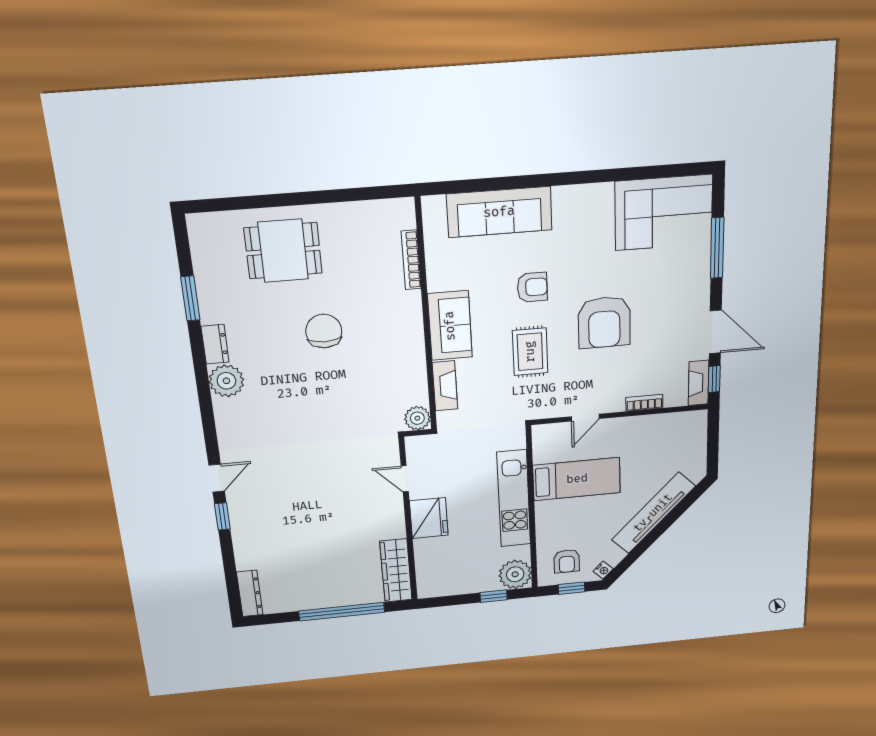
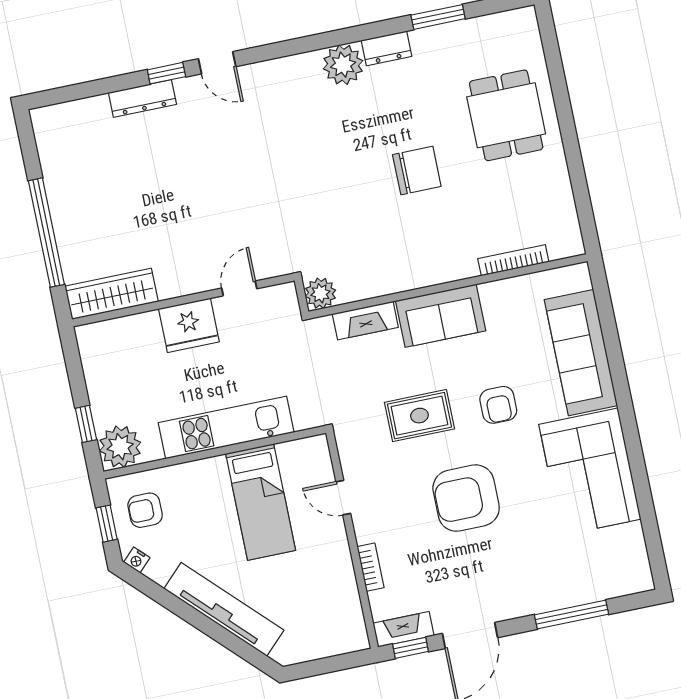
corner sofa: (664, 213) -> (590, 472), moved
dresser: (250, 593) -> (142, 98), moved

